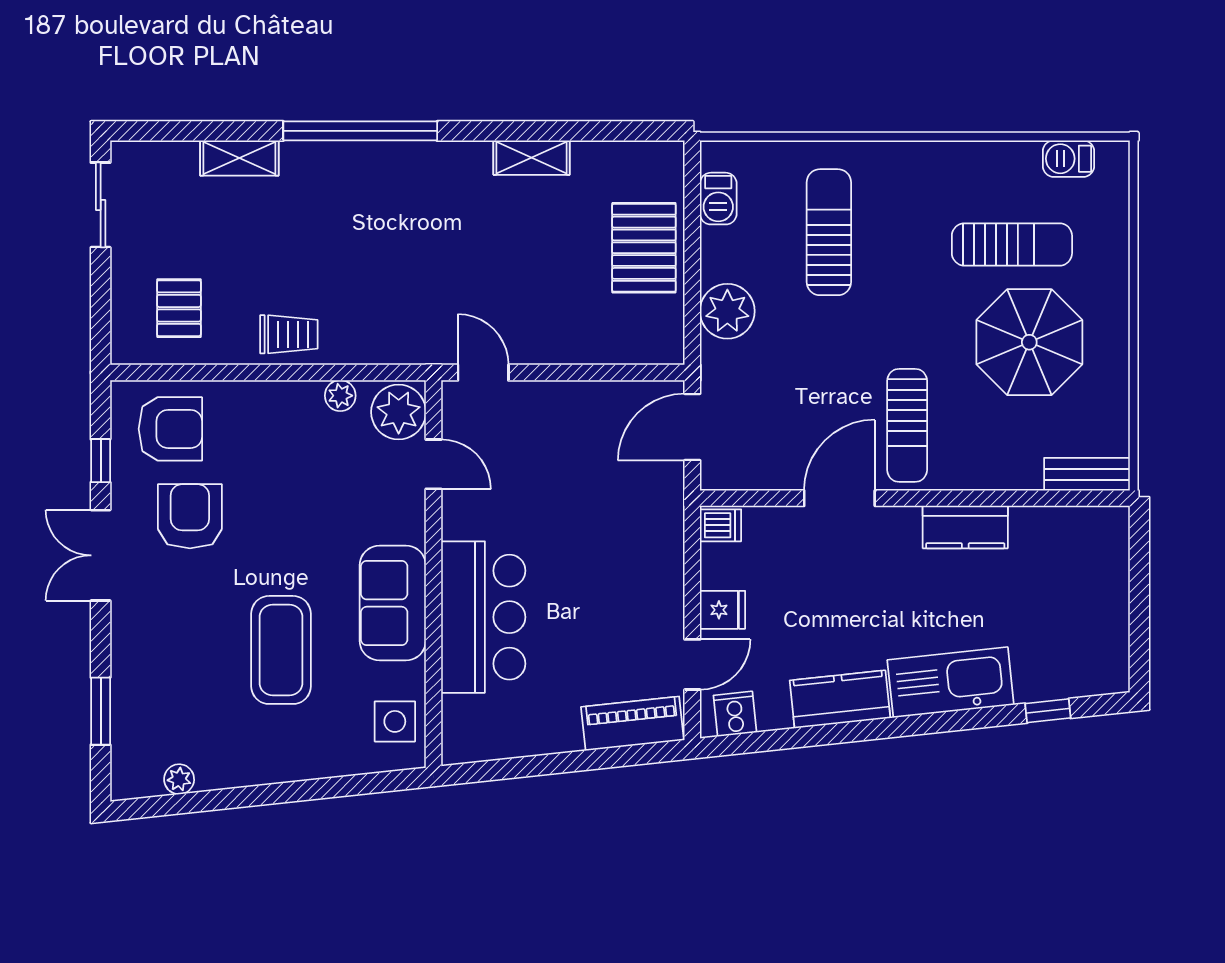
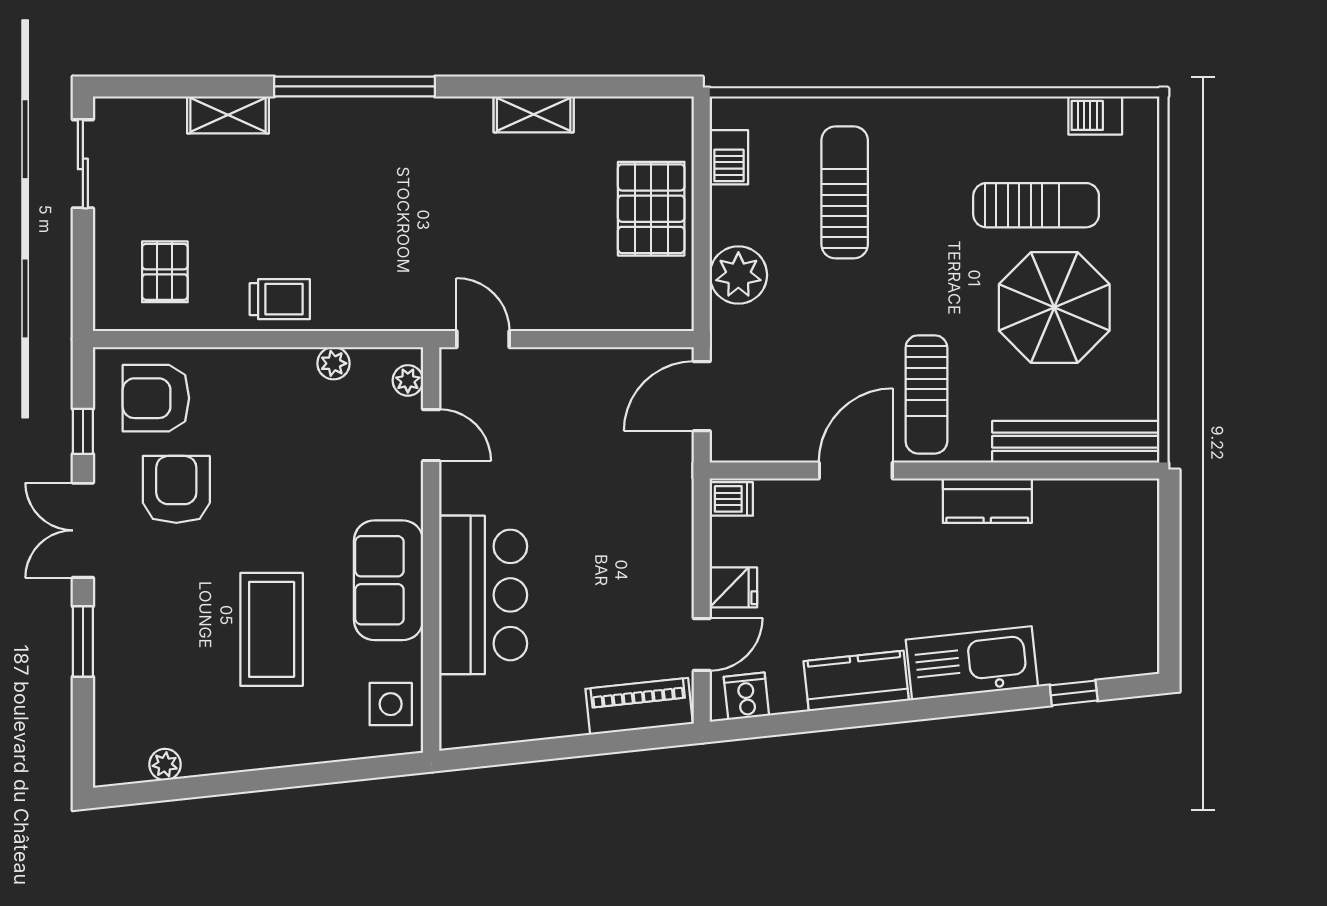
plant: (399, 412) -> (408, 380), width x0.53, depth x0.53
armchair: (170, 429) -> (156, 398), turned 180
bench: (1087, 474) -> (1076, 442), width x1.86, depth x1.21
window: (101, 711) -> (83, 641), moved

